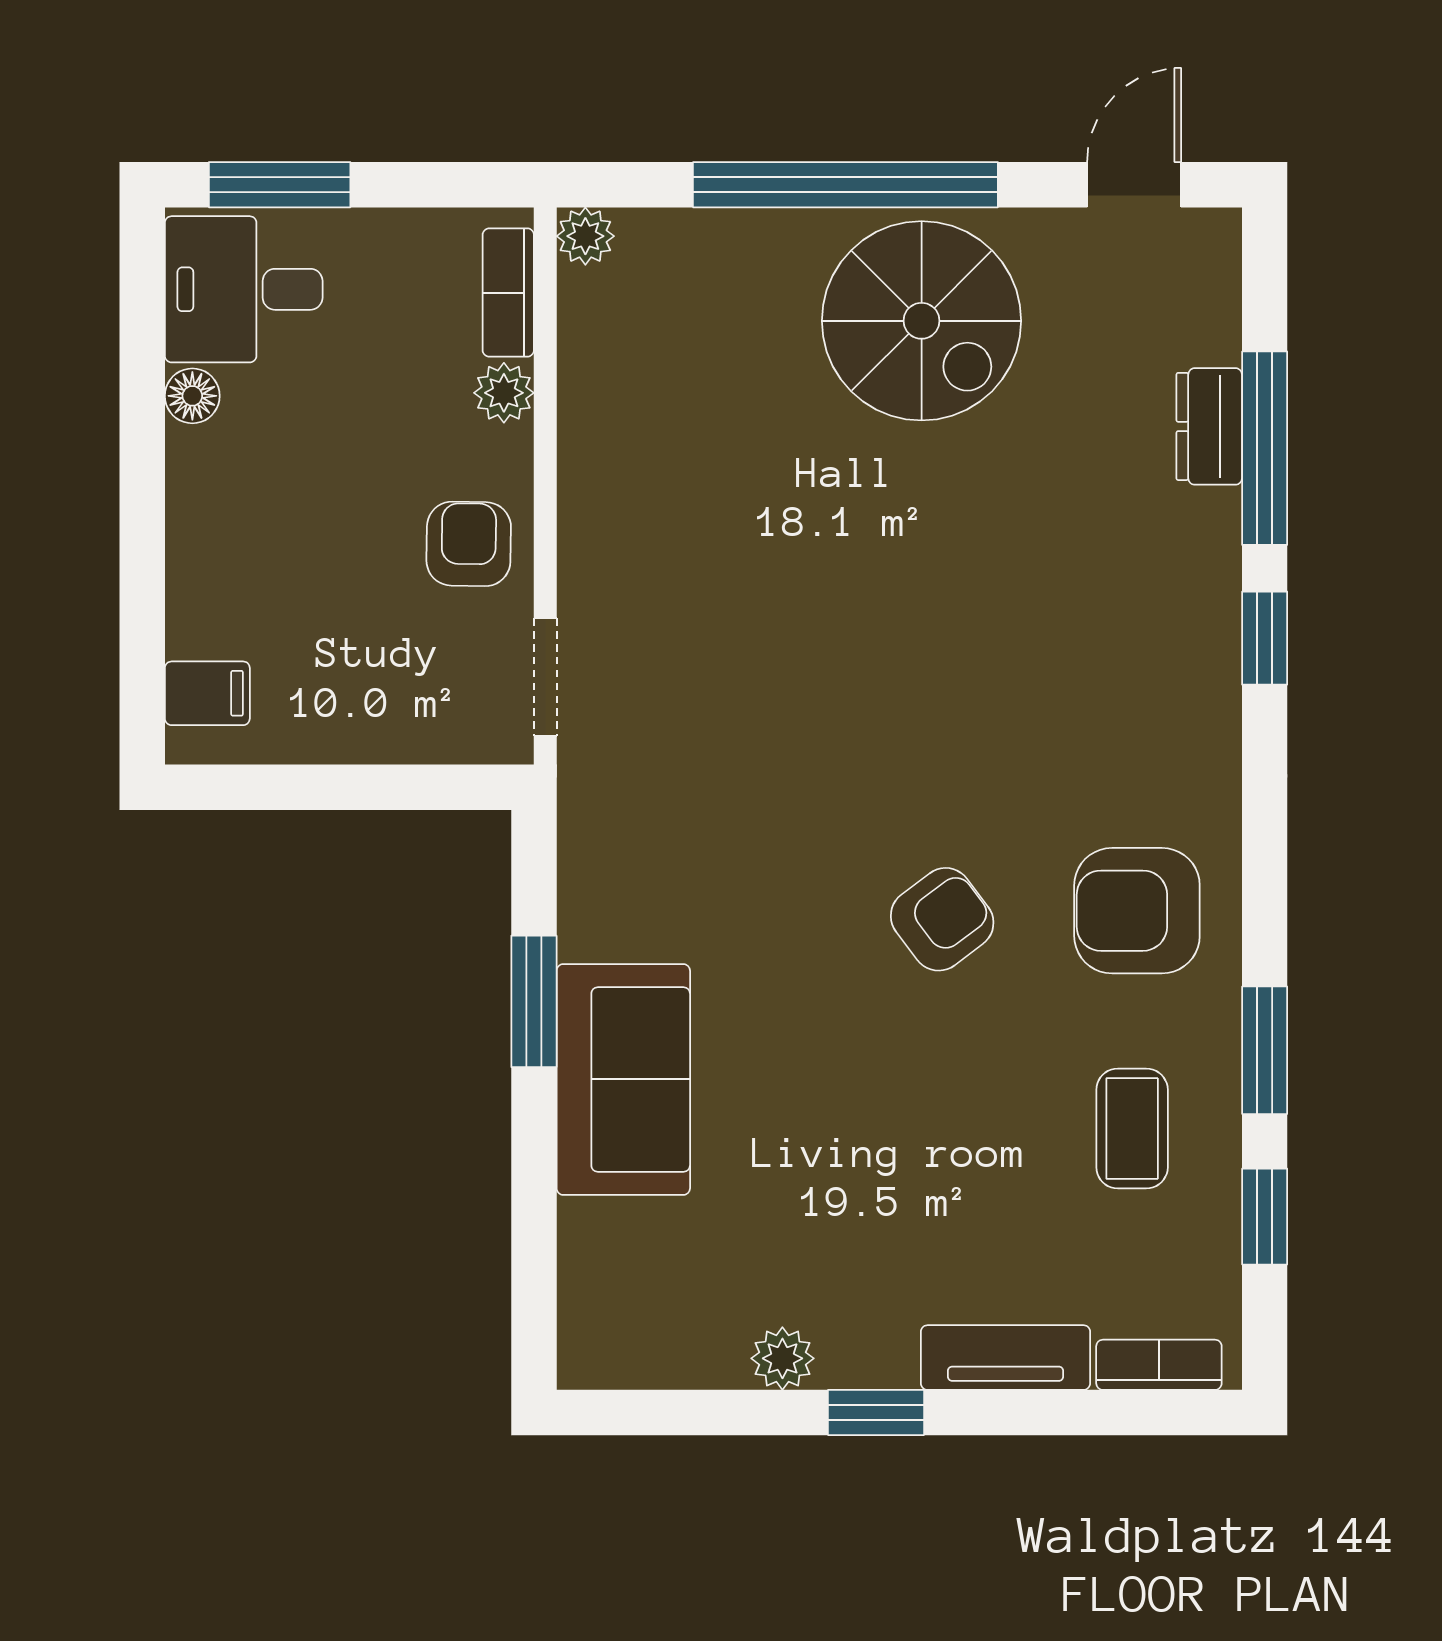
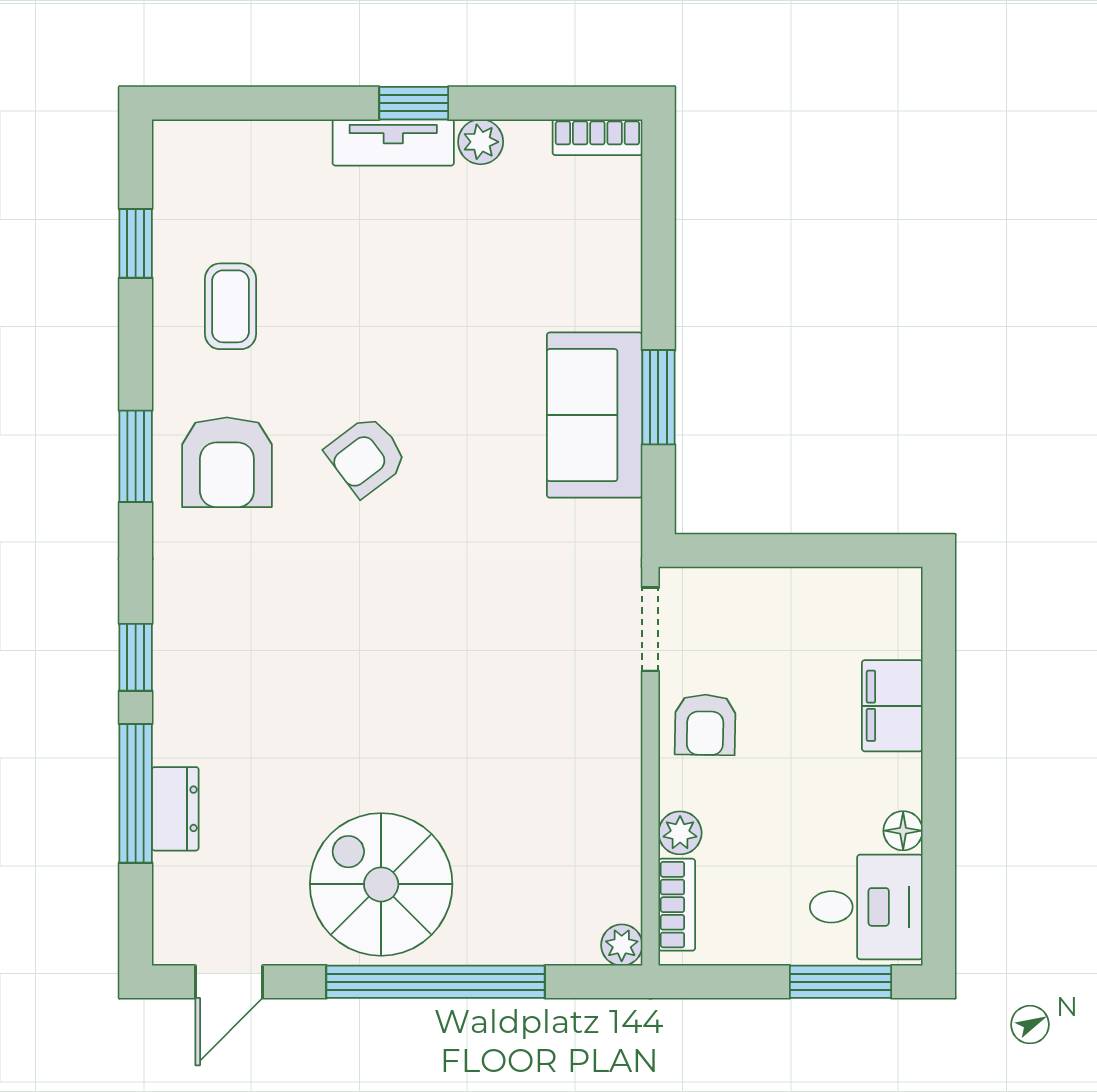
filing cabinet: (207, 693) -> (892, 706), moved, width x2.00
armchair: (1137, 911) -> (227, 462), turned 90
window: (1265, 1050) -> (136, 456), moved
sofa: (623, 1079) -> (595, 415), moved
tv unit: (1006, 1358) -> (393, 142), moved
bookcase: (1159, 1365) -> (597, 137), moved

